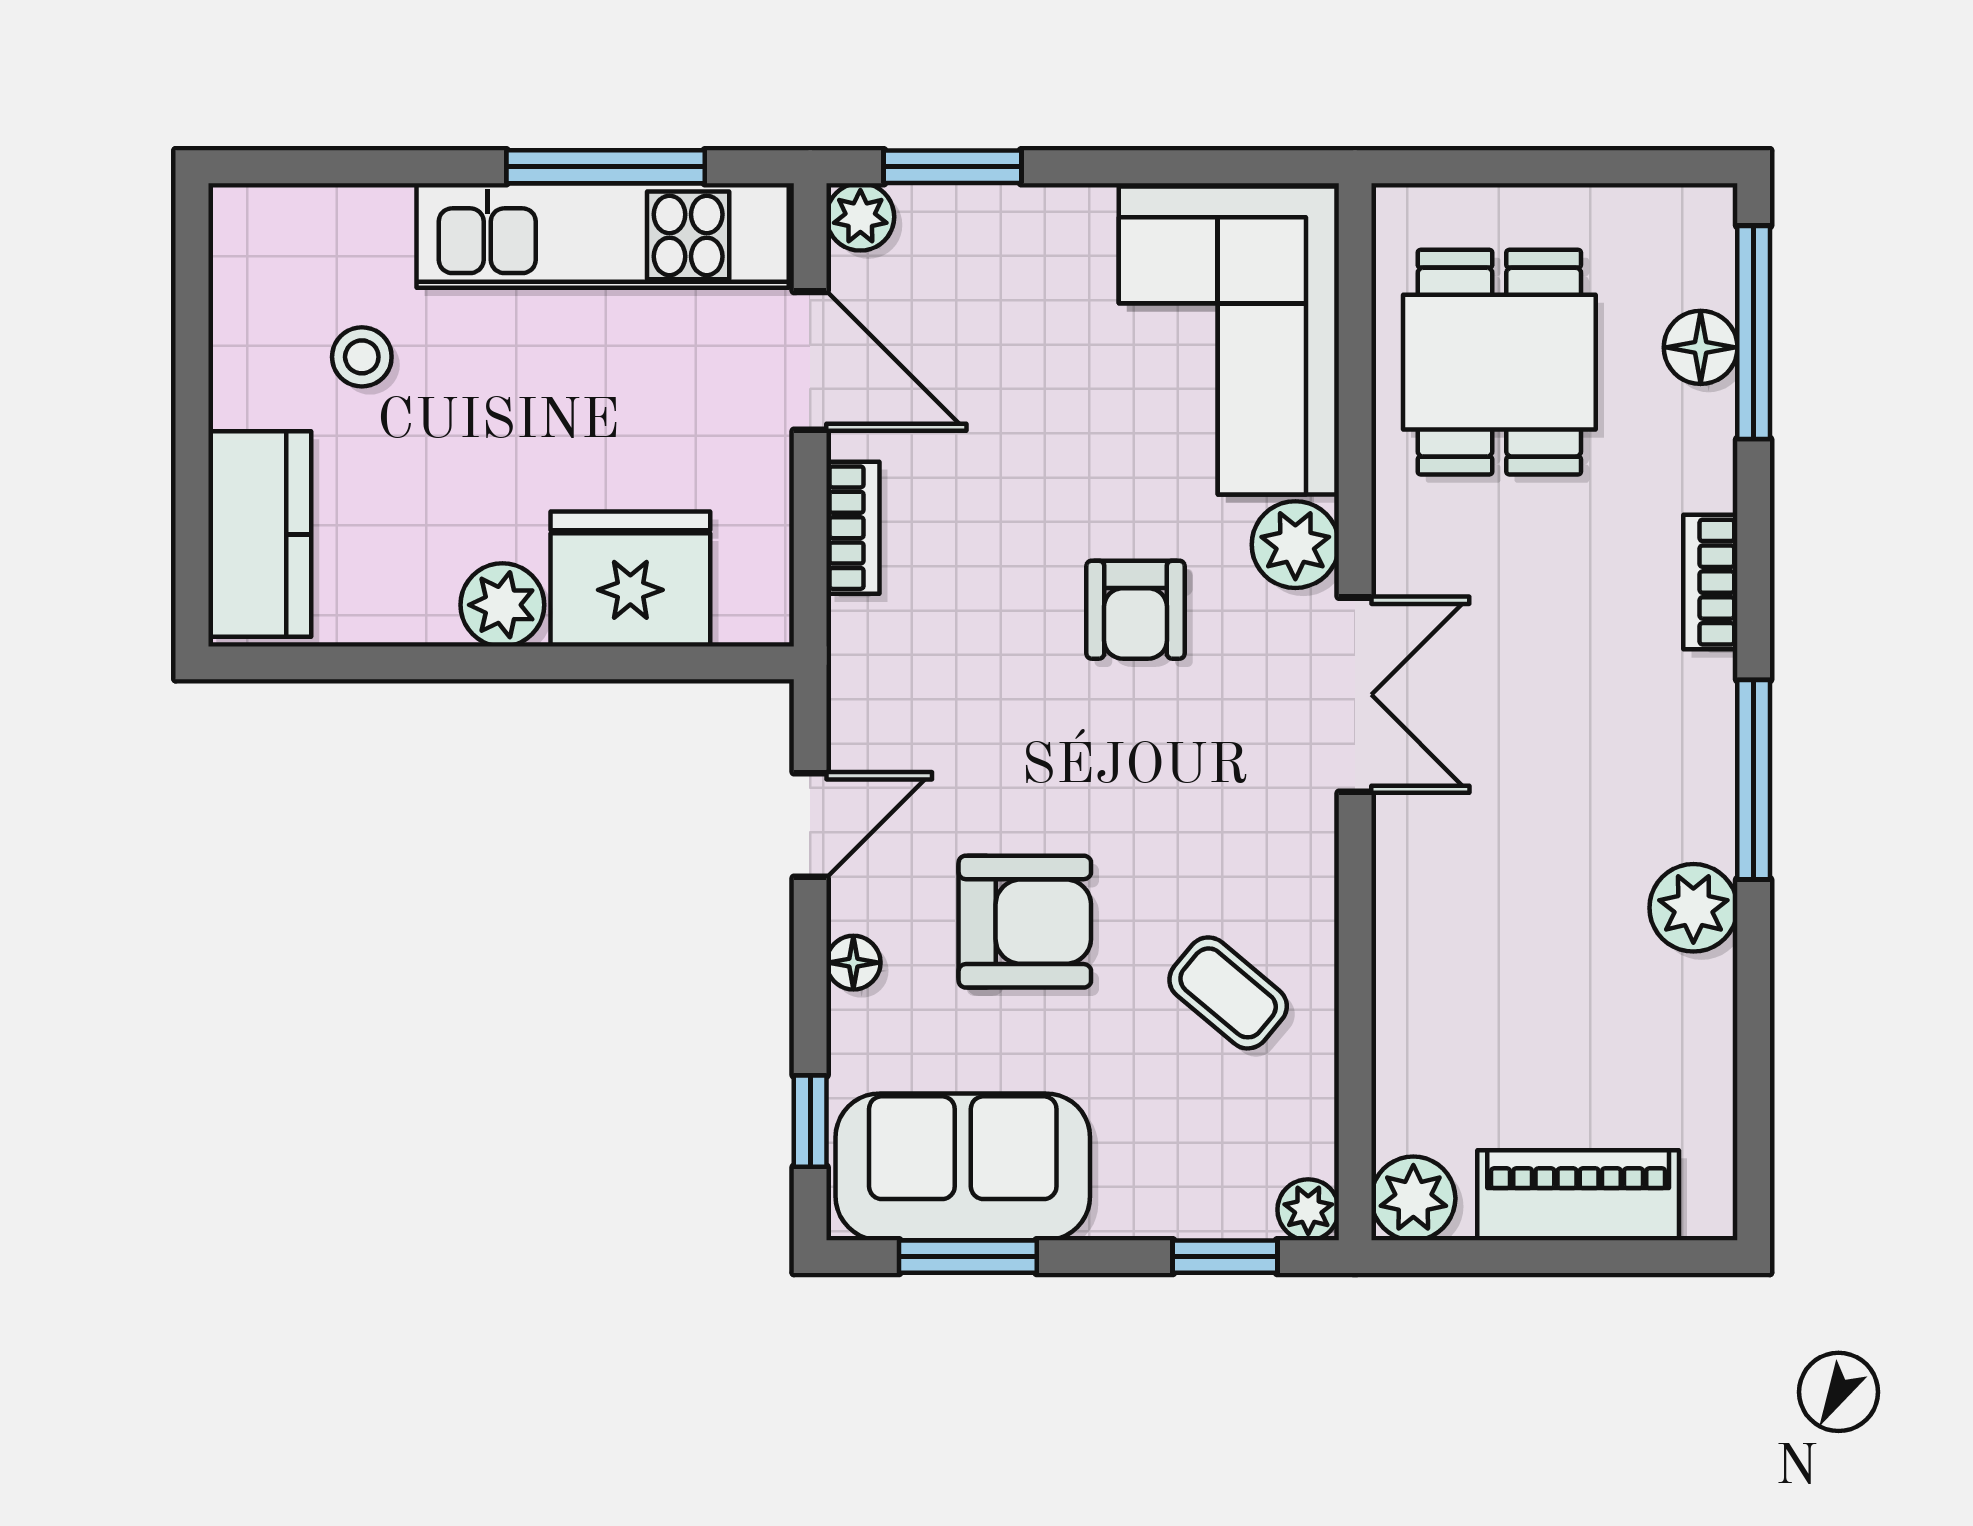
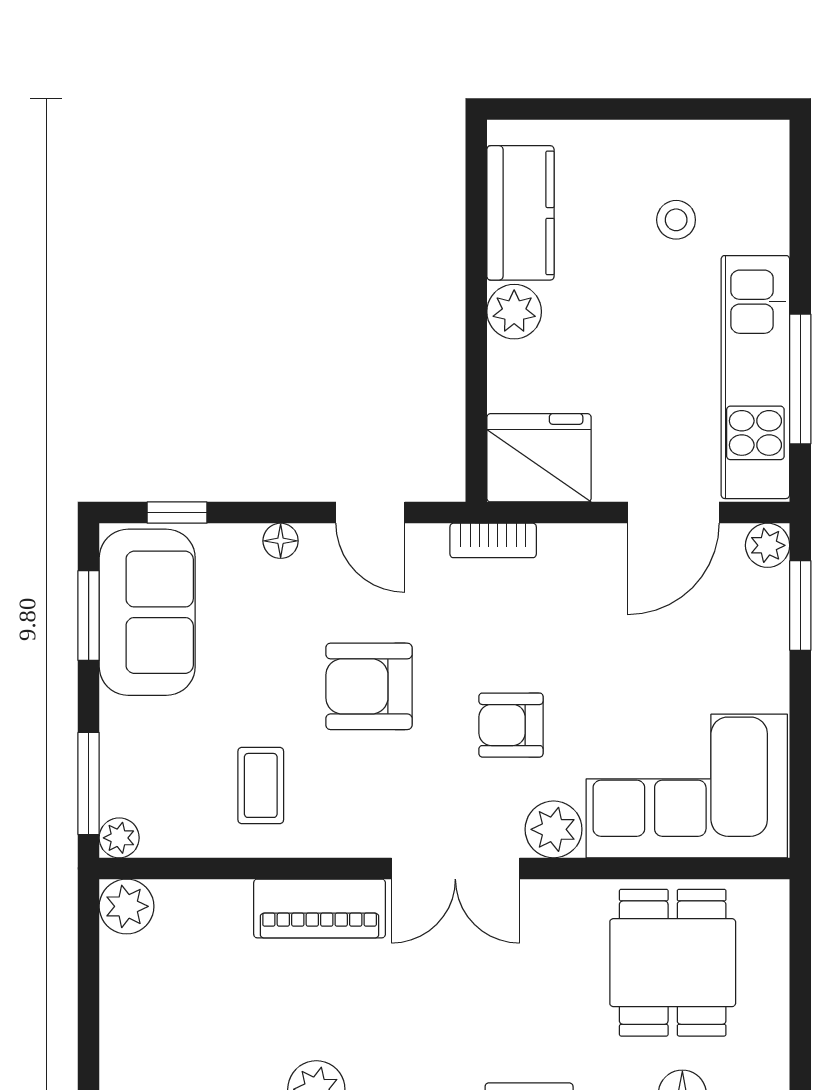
dining table: (1499, 362) -> (673, 963), turned 90
bookcase: (853, 528) -> (493, 540), moved
kitchen counter: (260, 534) -> (520, 213), moved, turned -90
fridge: (630, 579) -> (539, 458), moved, turned -90
armchair: (1025, 922) -> (369, 686), moved, turned 90
coffee table: (1228, 993) -> (261, 785), turned -40
piano: (1578, 1195) -> (320, 908), moved, turned 90
window: (1225, 1257) -> (89, 783), width x1.50

